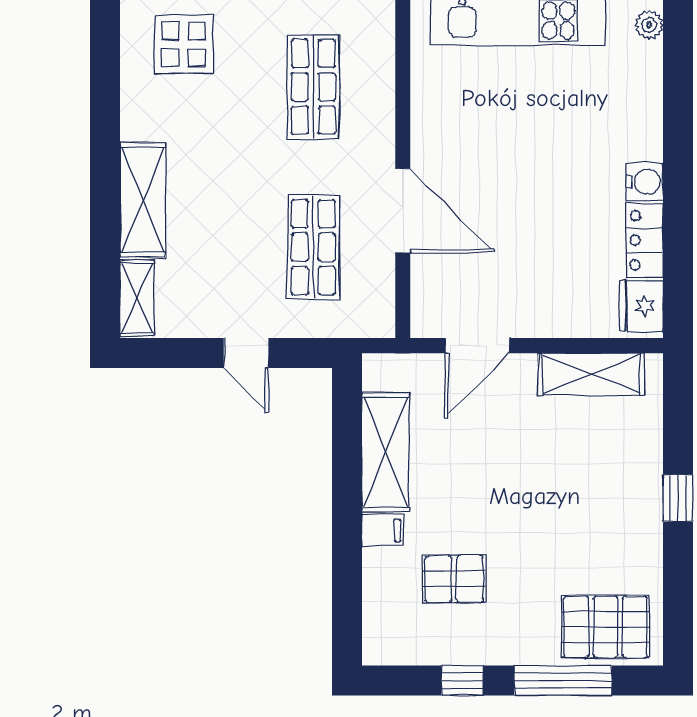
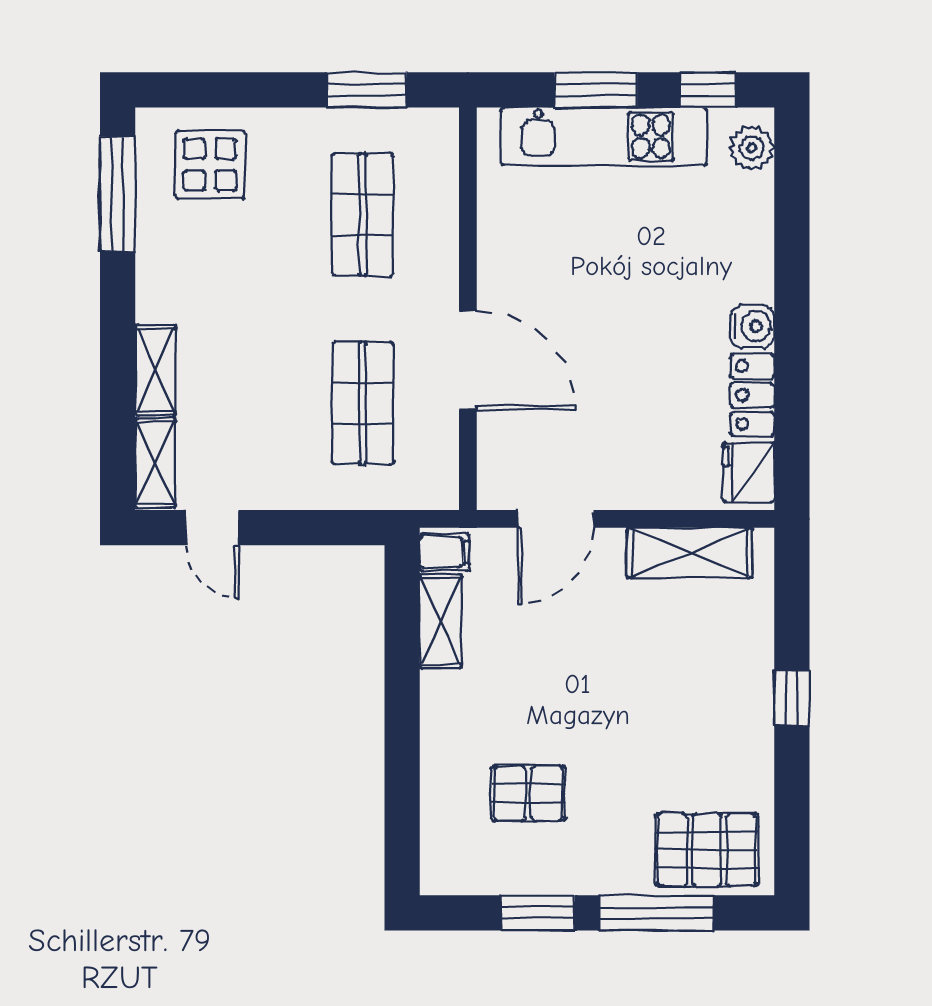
plant: (649, 25) -> (752, 148), width x1.38, depth x1.38
window: (105, 70) -> (118, 194), added
shelving: (143, 200) -> (155, 370), width x0.67, depth x0.75
door: (246, 353) -> (212, 528), moved
shelving: (386, 452) -> (441, 621), width x0.67, depth x0.75
filing cabinet: (383, 530) -> (444, 552), moved
window: (462, 680) -> (538, 913), width x1.50

